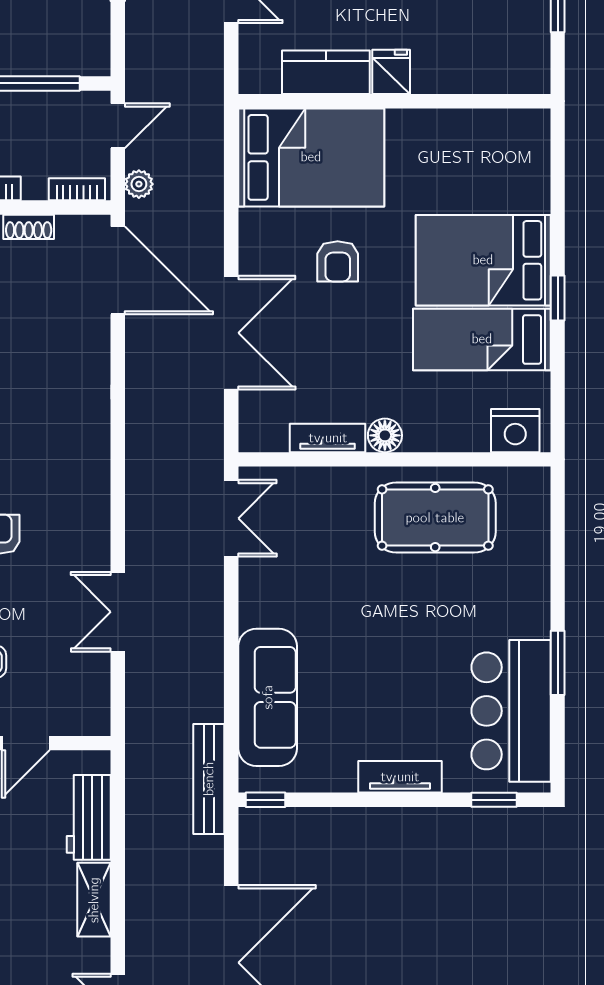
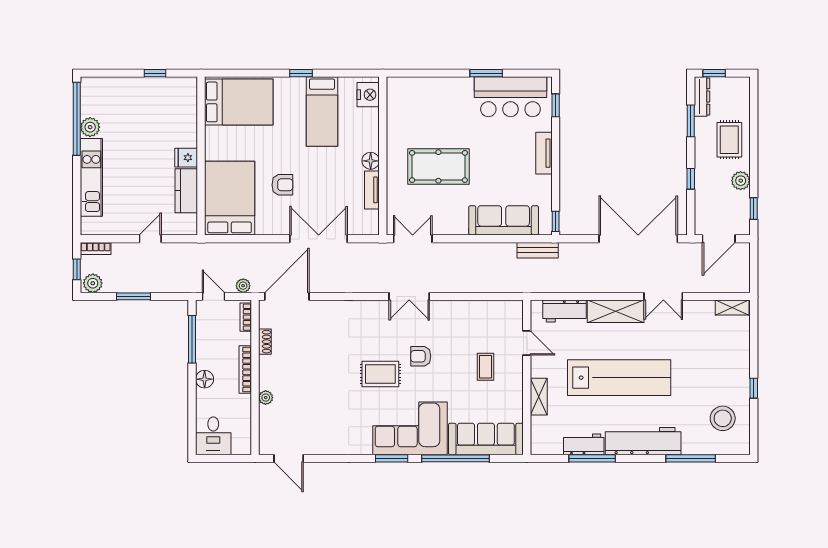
bed: (483, 260) -> (239, 102), moved, turned -90
pool table: (435, 518) -> (438, 166), moved, turned 90
double door: (118, 612) -> (409, 296), moved
bench: (209, 779) -> (538, 250), width x0.73
shelving: (94, 900) -> (616, 311), width x1.50, depth x1.33

